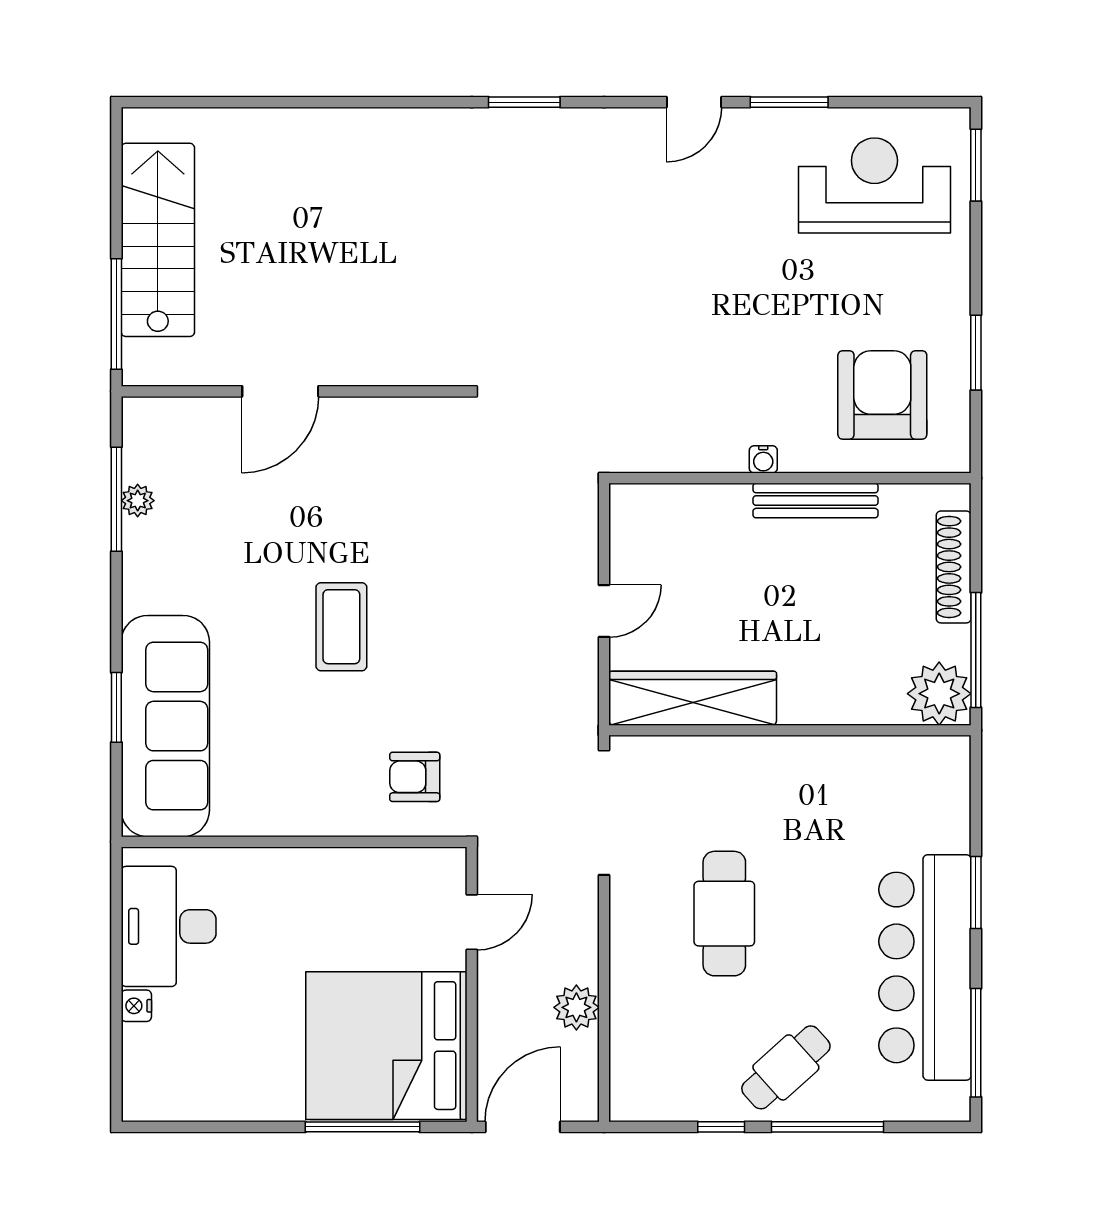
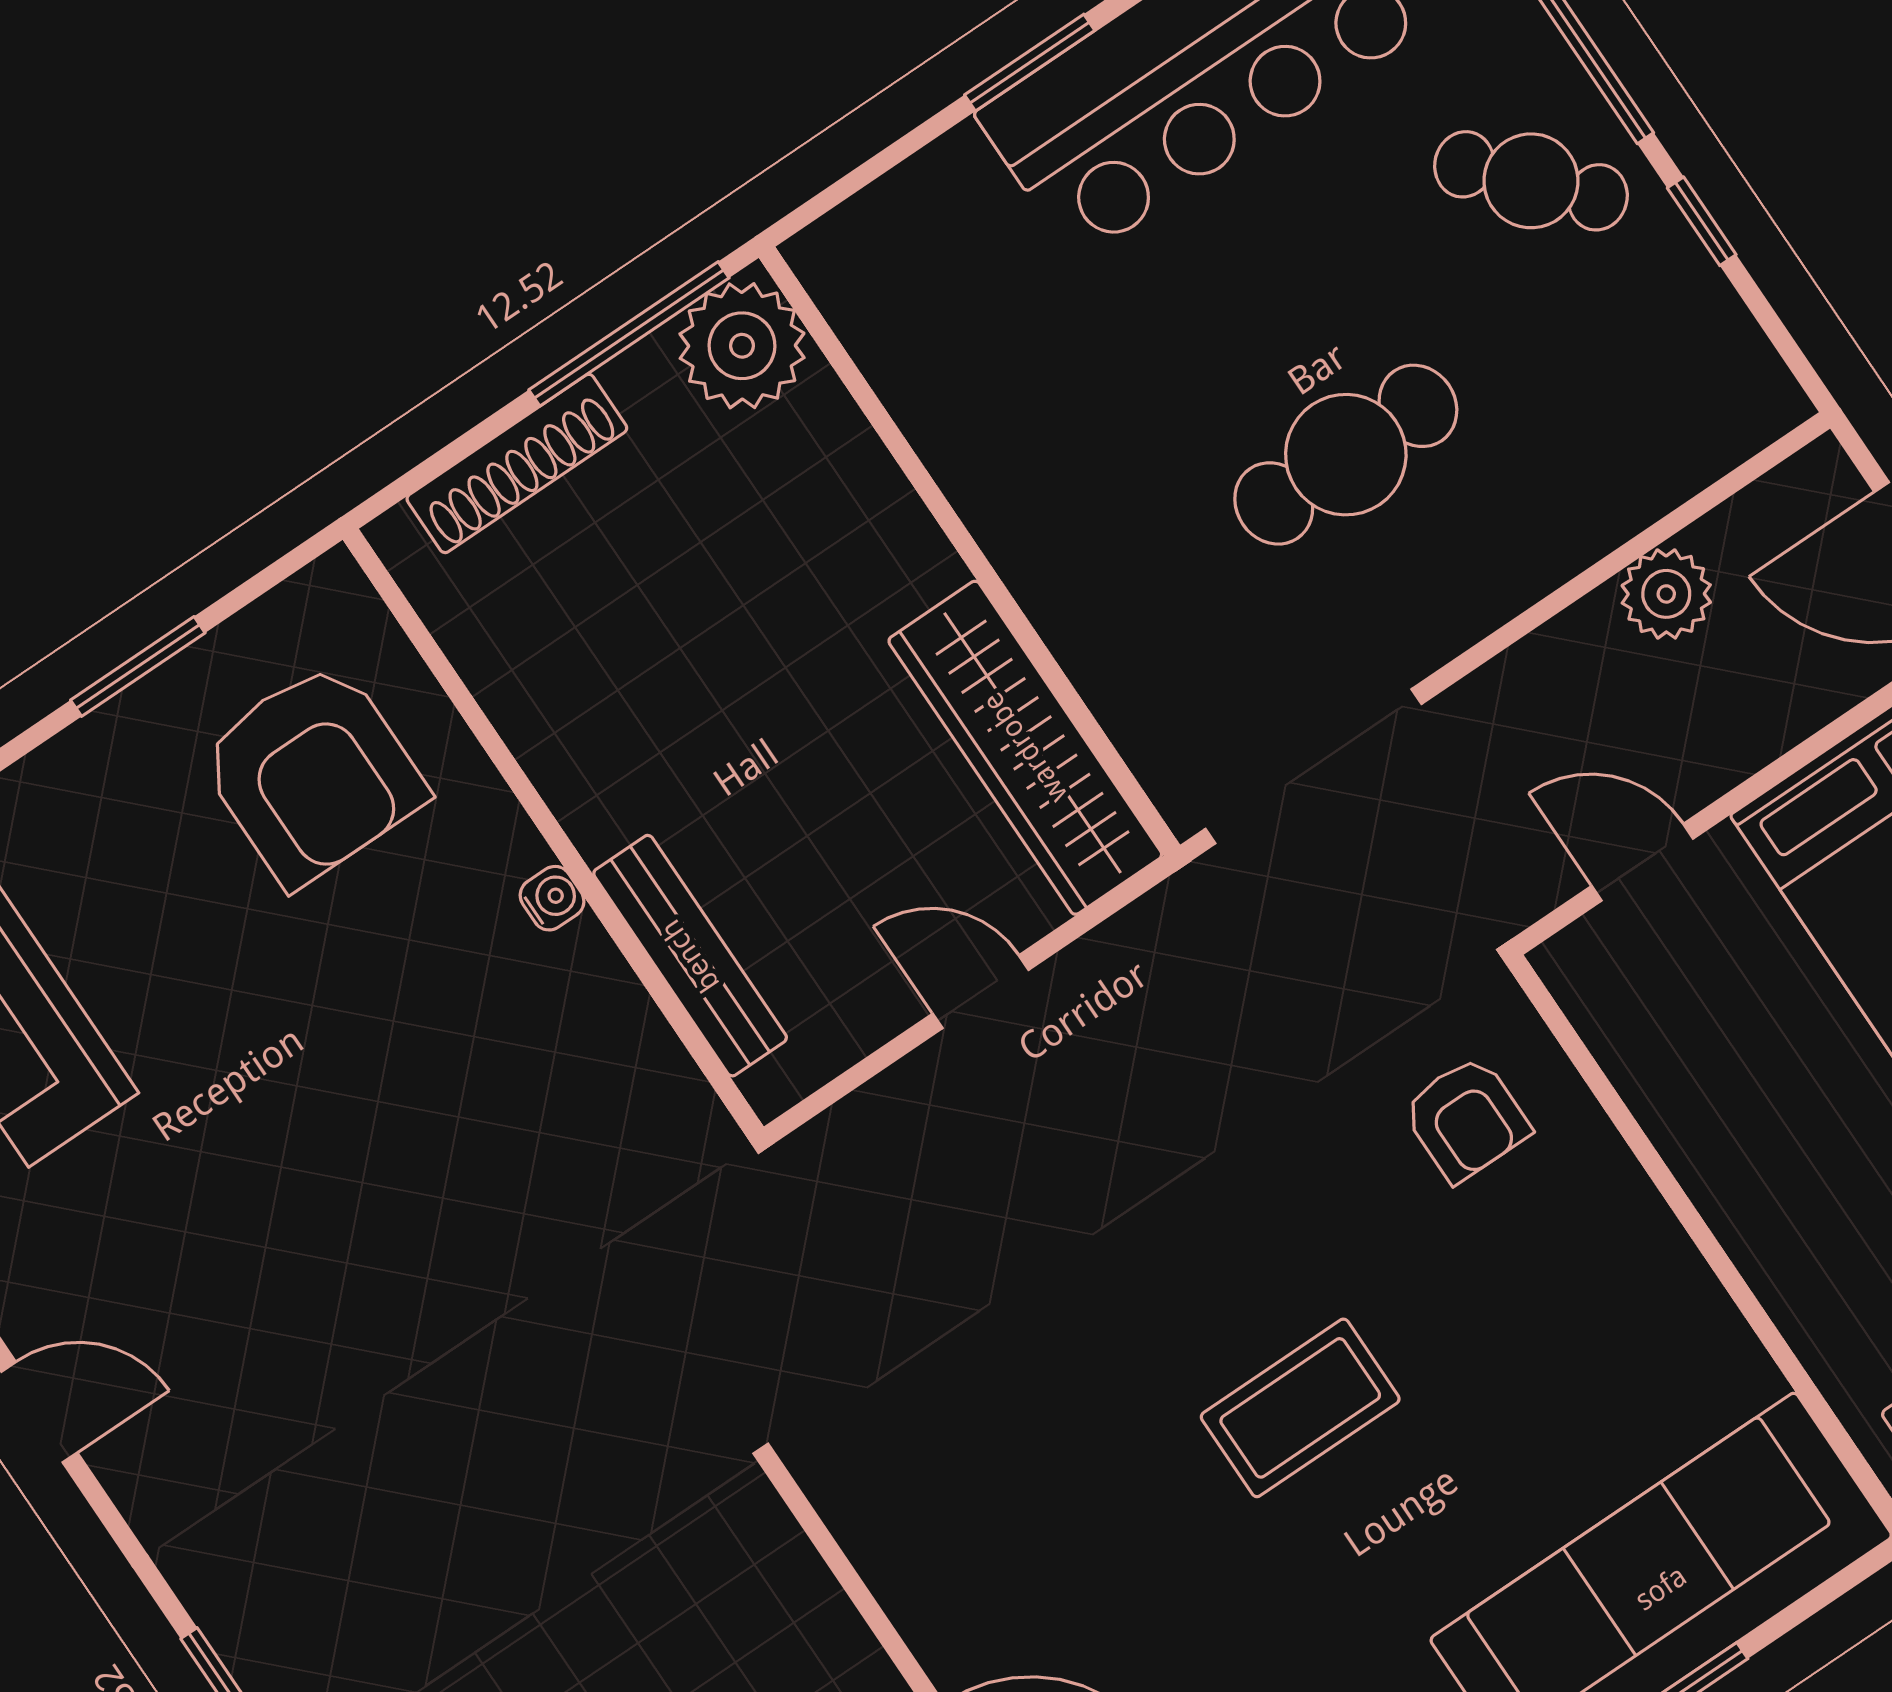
armchair: (882, 395) -> (312, 774), turned -90
bench: (816, 501) -> (690, 956), moved

